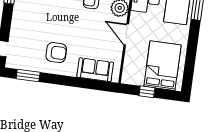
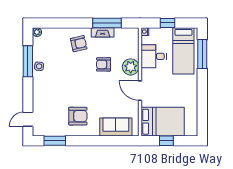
bed: (162, 66) -> (163, 122), moved, turned 90

